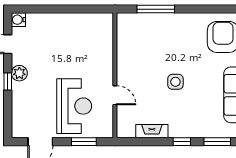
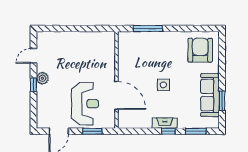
water cooler: (18, 20) -> (42, 37), removed
door: (115, 95) -> (116, 95), width x1.87
fireplace: (152, 131) -> (165, 123), moved

